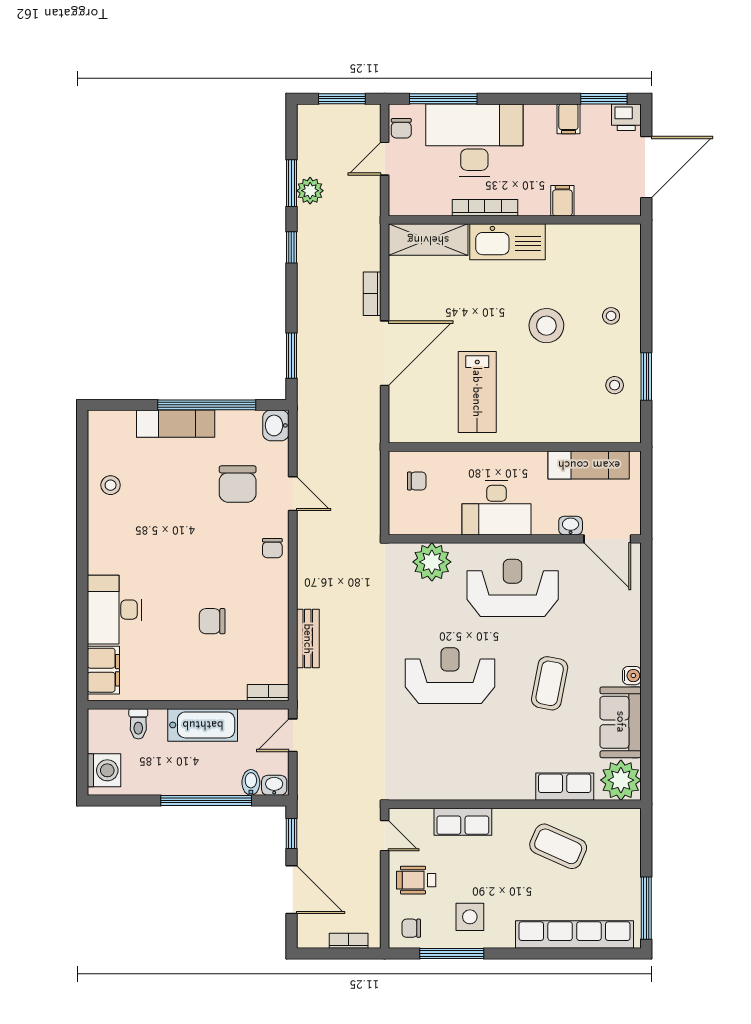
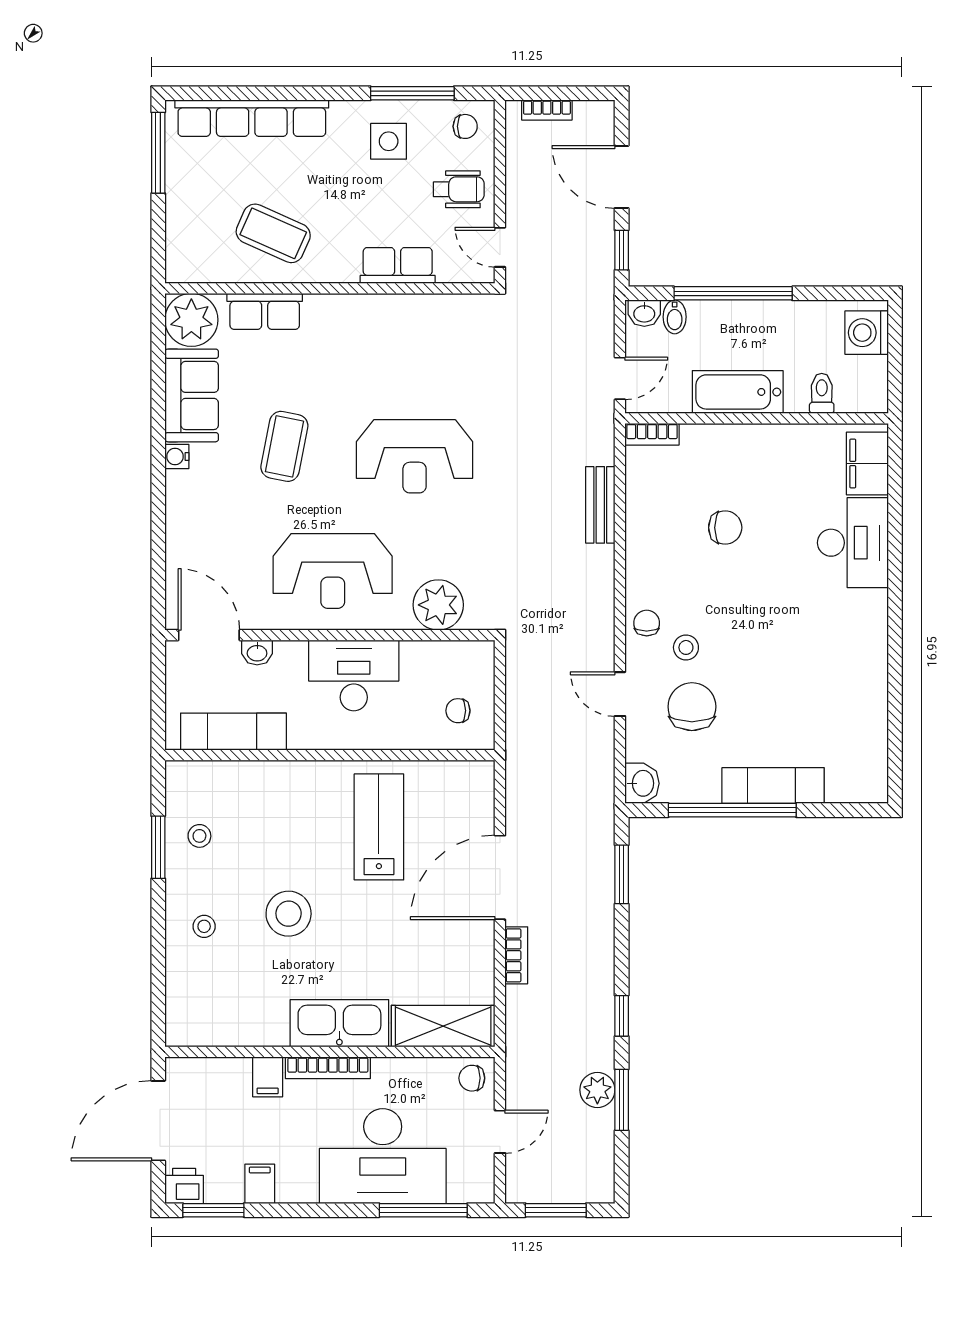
chair: (401, 128) -> (472, 1078), moved, turned -90
bookcase: (485, 208) -> (328, 1068), moved
stool: (111, 485) -> (686, 647), moved

